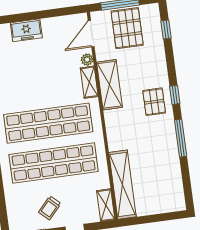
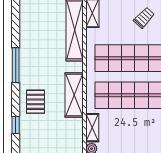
shelving: (109, 85) -> (74, 95), moved
window: (175, 95) -> (16, 125), moved

